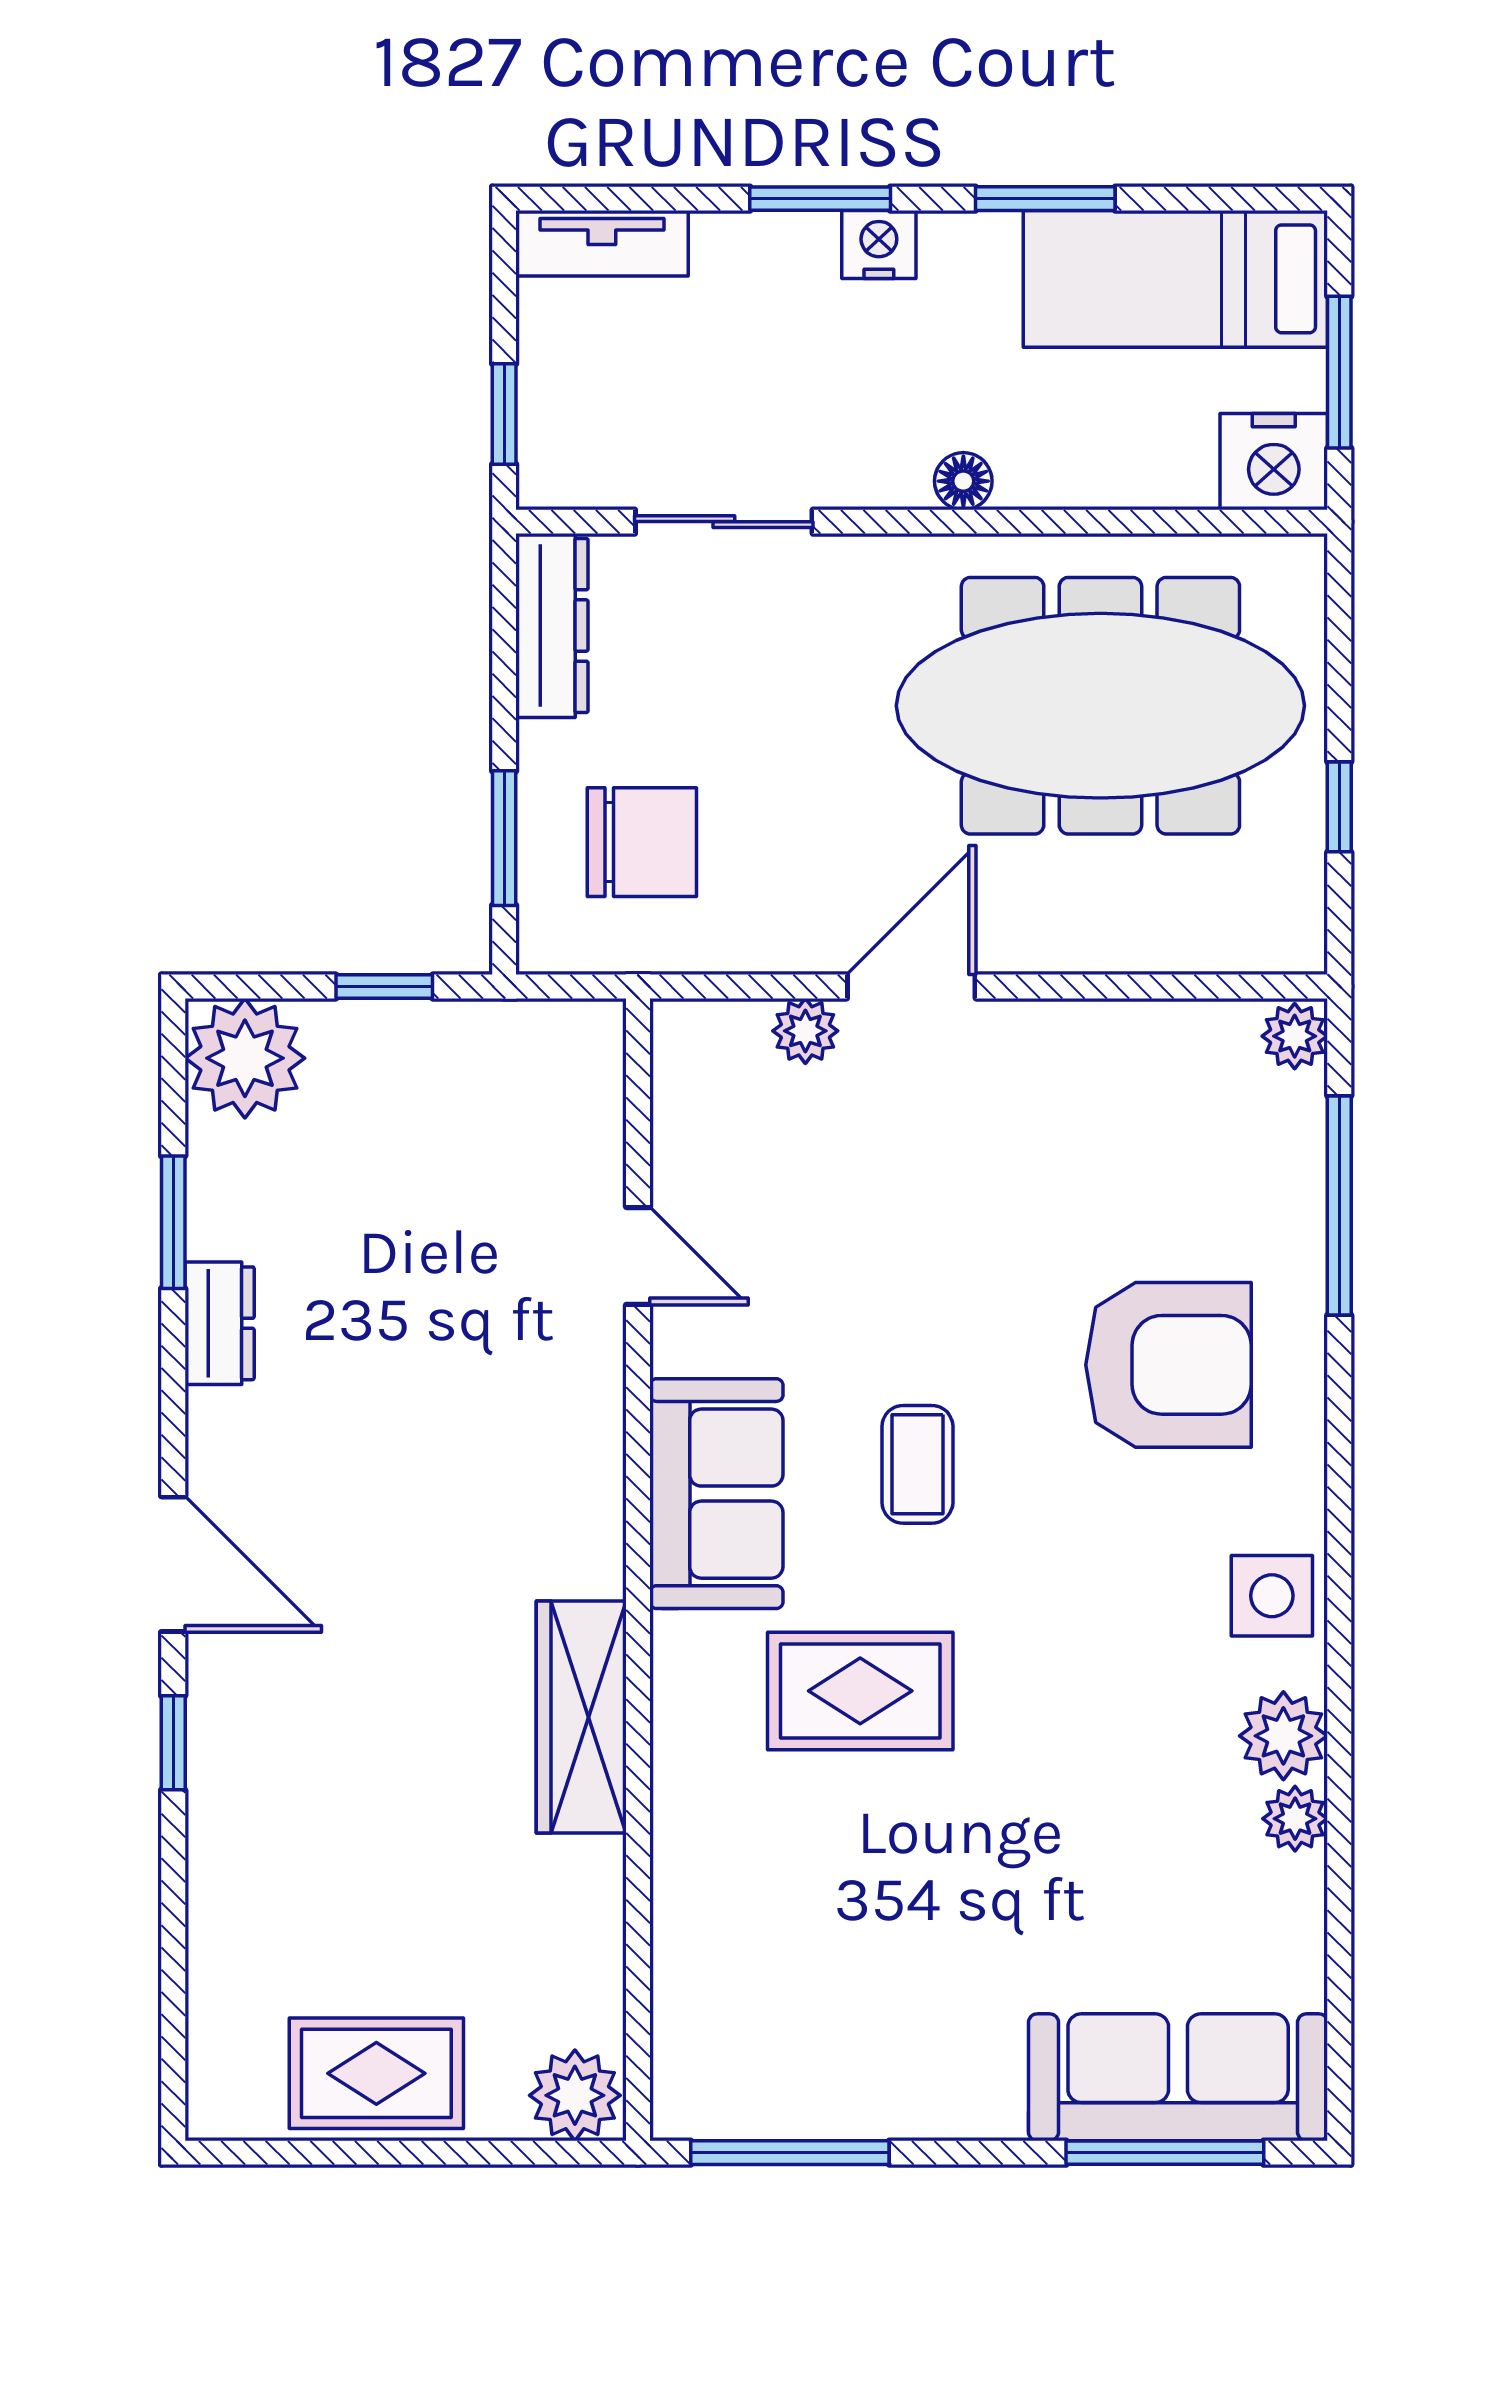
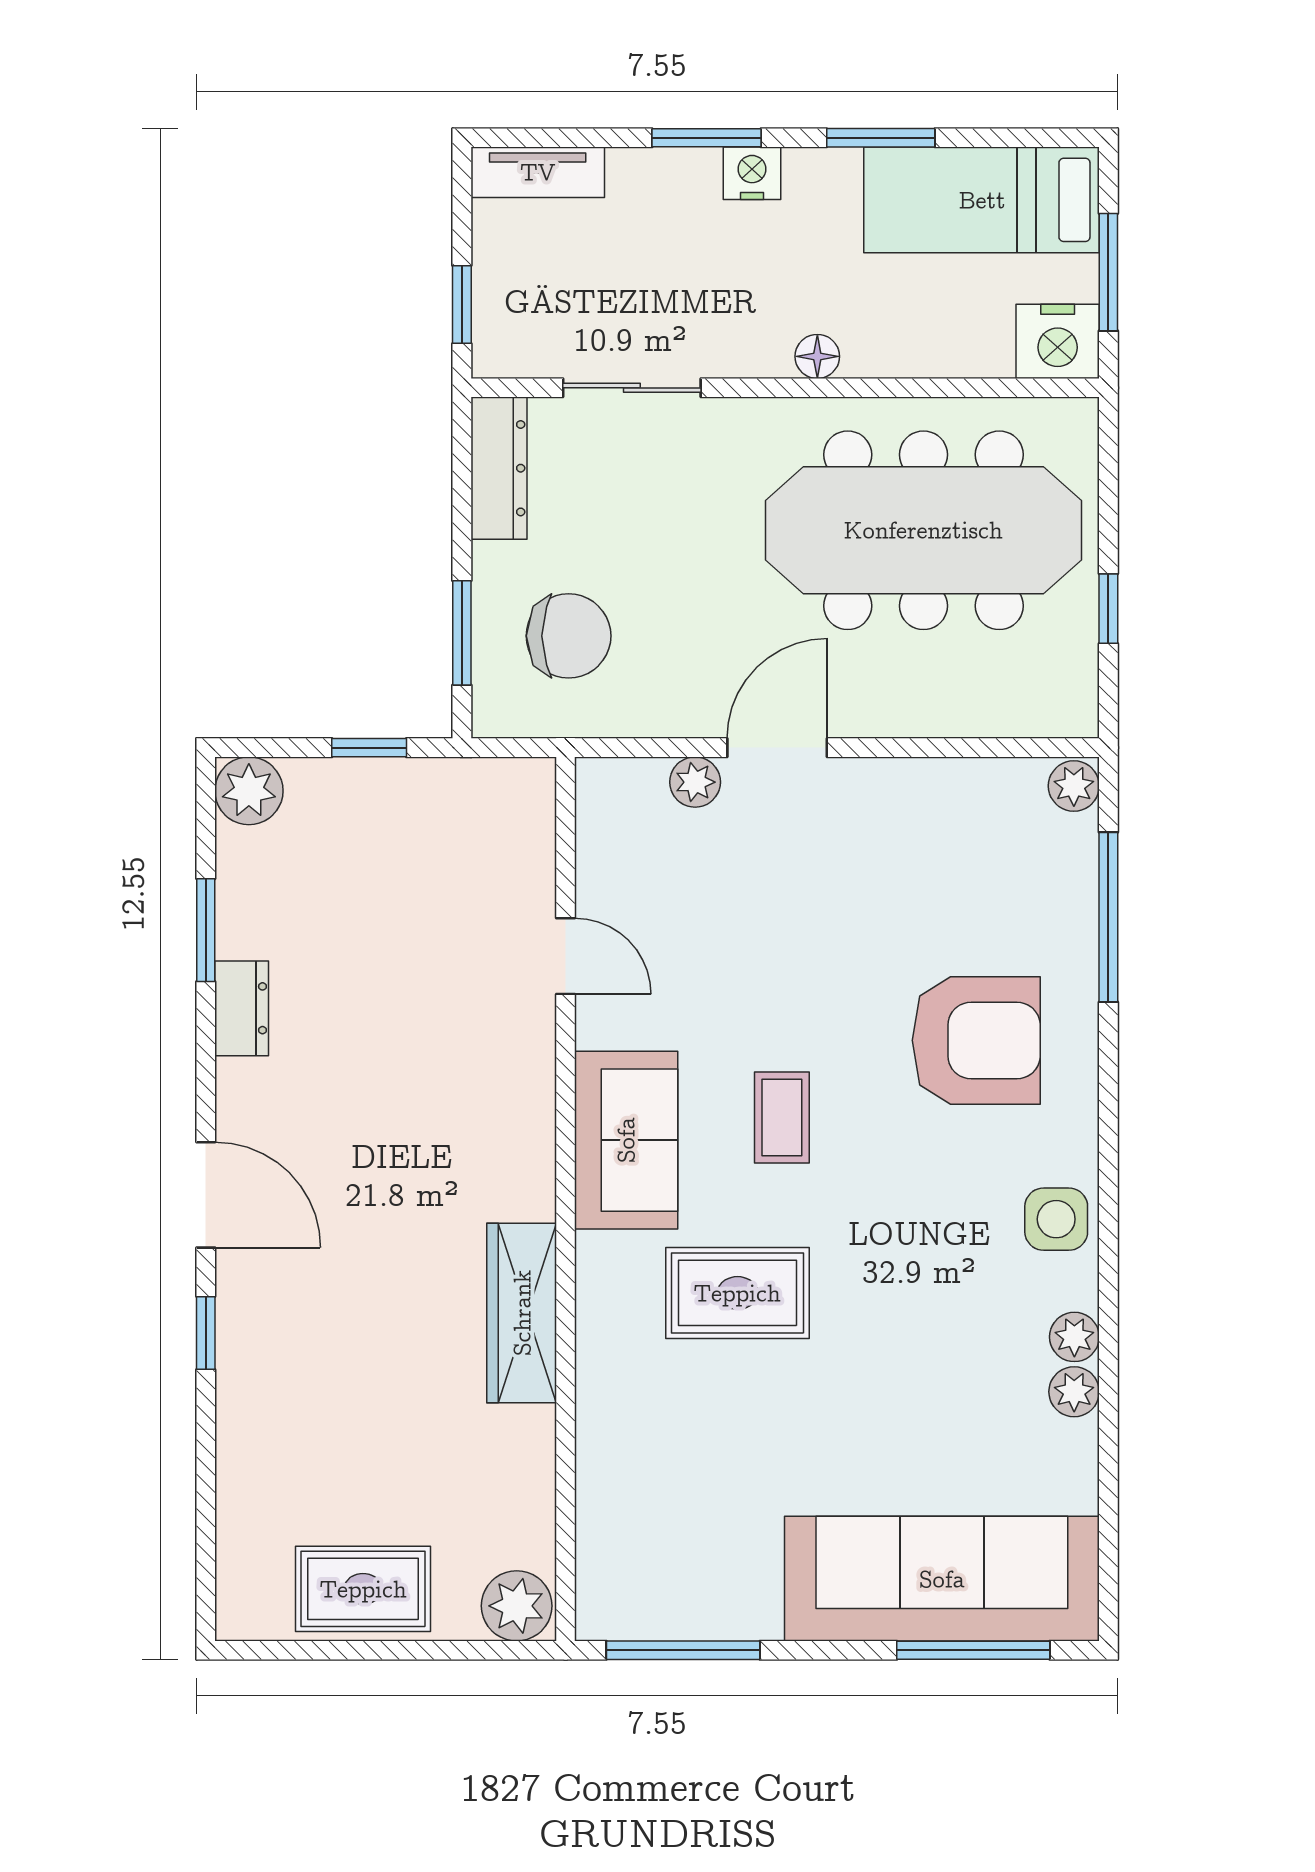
plant: (245, 1058) -> (249, 791), width x0.73, depth x0.73
plant: (1283, 1736) -> (1074, 1337), width x0.73, depth x0.73
sofa: (1178, 2077) -> (942, 1579), width x1.36, depth x1.27

